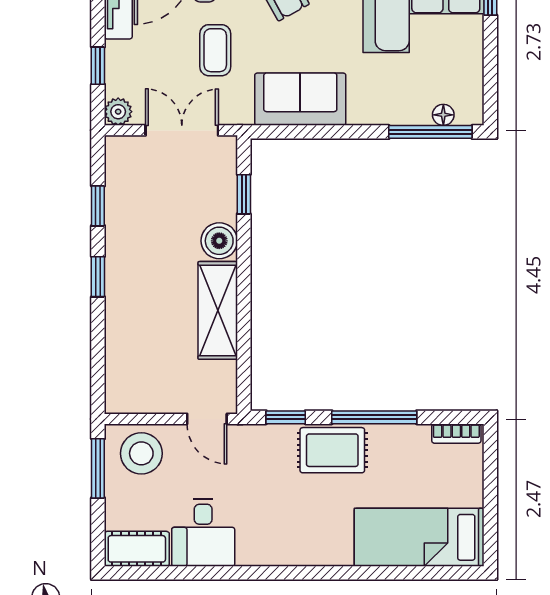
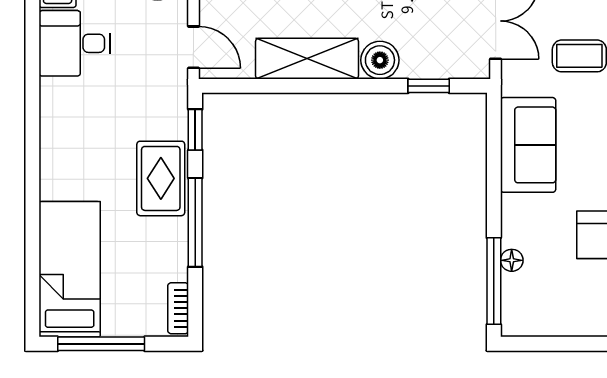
floor lamp: (443, 115) -> (512, 260), moved
door: (207, 419) -> (193, 47), swing flipped
window: (490, 507) -> (101, 344), added

